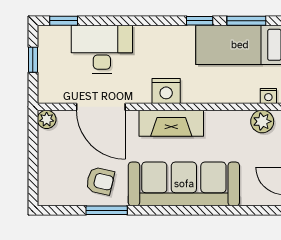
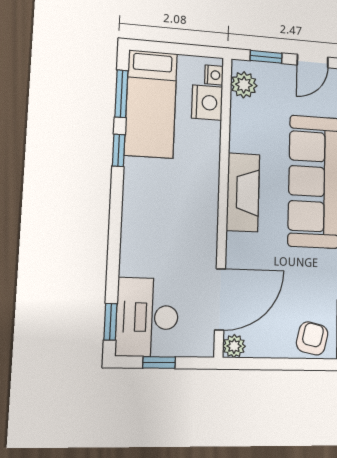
desk: (102, 49) -> (147, 317), moved
nightstand: (166, 91) -> (207, 103), moved
door: (101, 107) -> (220, 299), moved
armchair: (100, 181) -> (312, 338), moved

